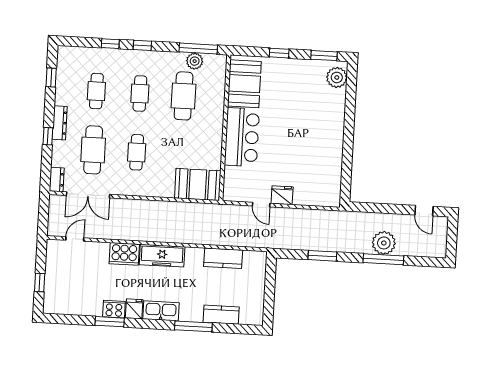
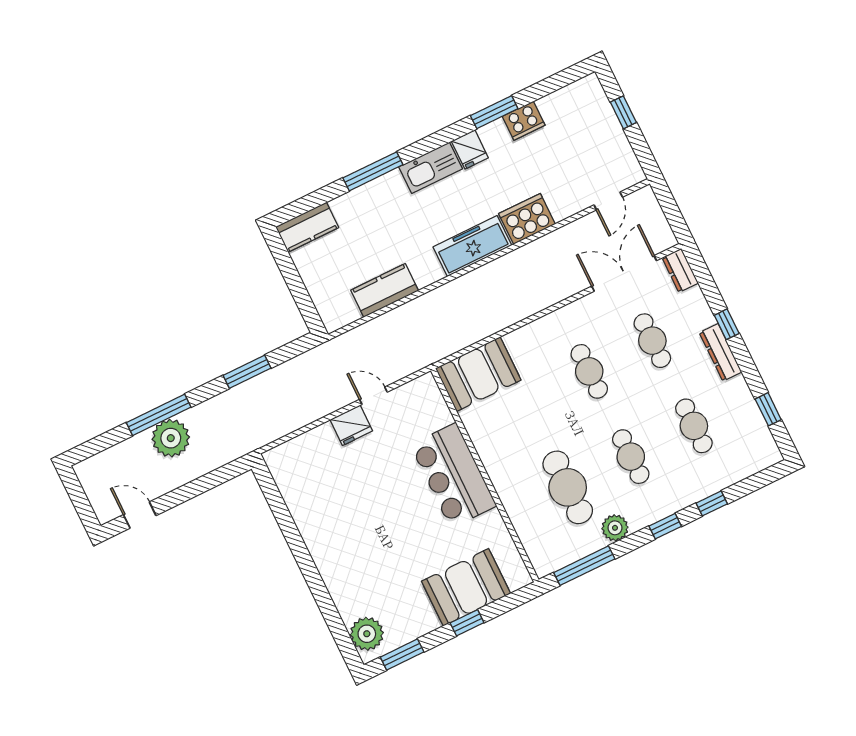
plant: (195, 61) -> (615, 528), moved
booth: (244, 84) -> (466, 587), moved, turned 90
cafe table: (93, 150) -> (652, 341), width x0.73, depth x0.74
cooker: (114, 309) -> (524, 121), moved
kitchen counter: (221, 315) -> (307, 227), moved

